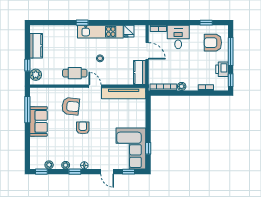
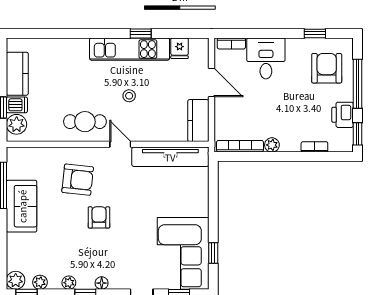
window: (82, 23) -> (141, 33), moved
armchair: (213, 43) -> (327, 68), turned 90
dishwasher: (36, 64) -> (17, 105), added
plant: (35, 164) -> (16, 280), added

